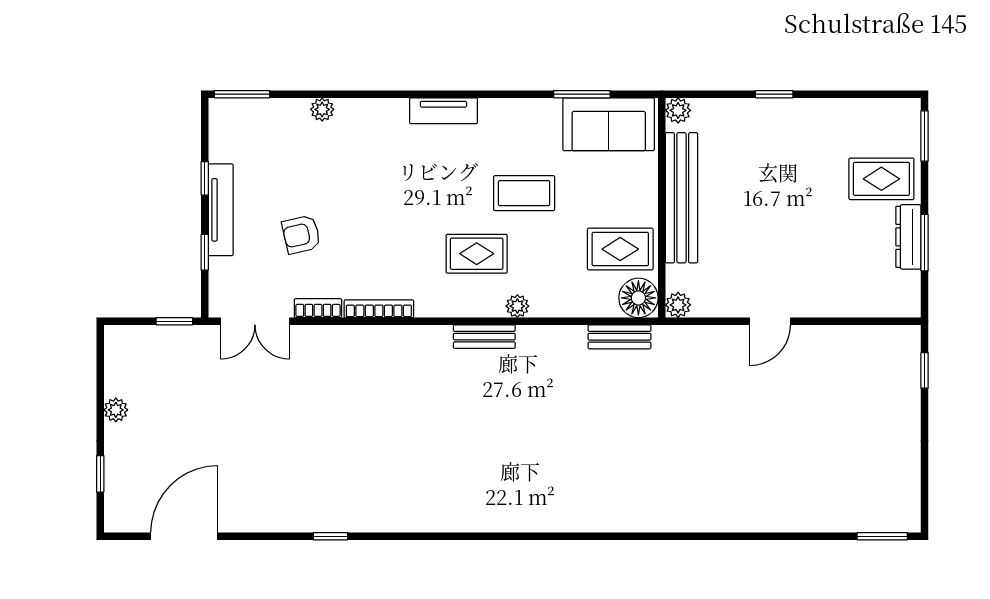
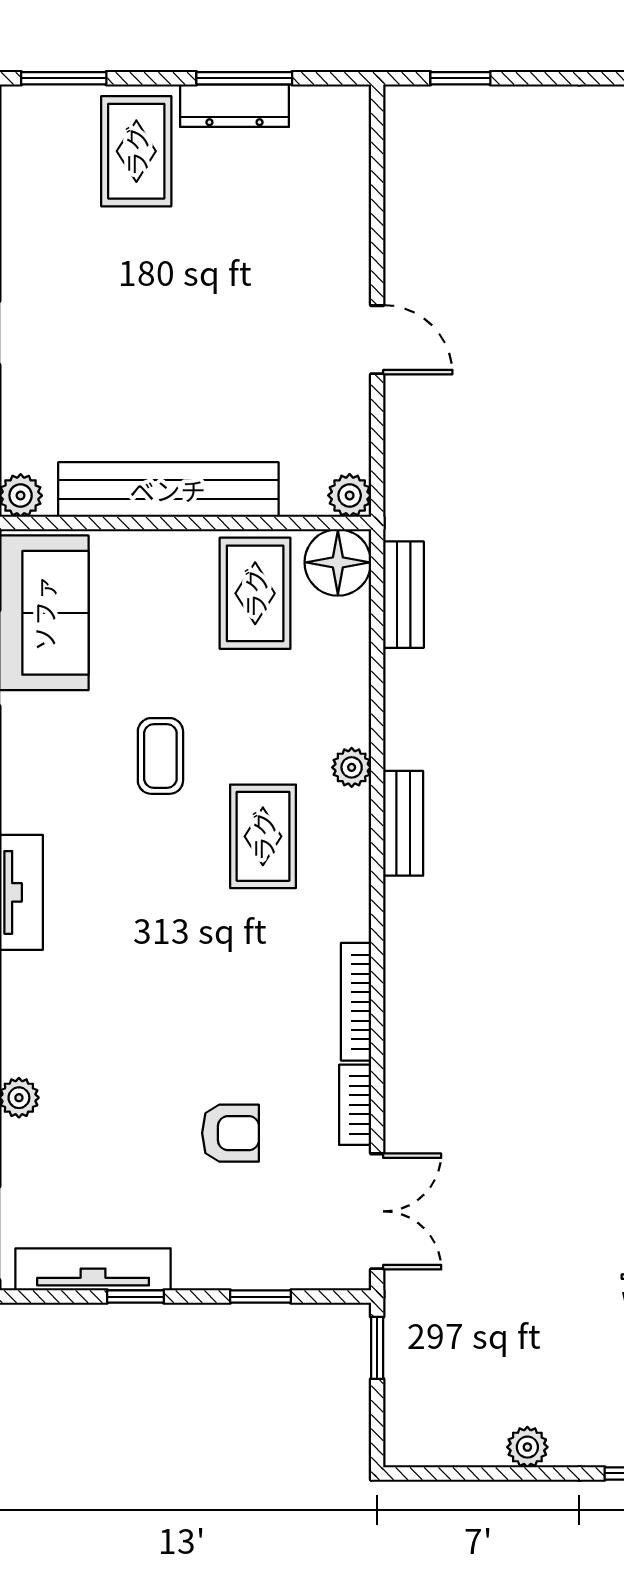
coffee table: (524, 193) -> (160, 756), width x0.73, depth x0.77
tv unit: (221, 210) -> (93, 1269), moved
armchair: (301, 234) -> (230, 1133), turned -77

